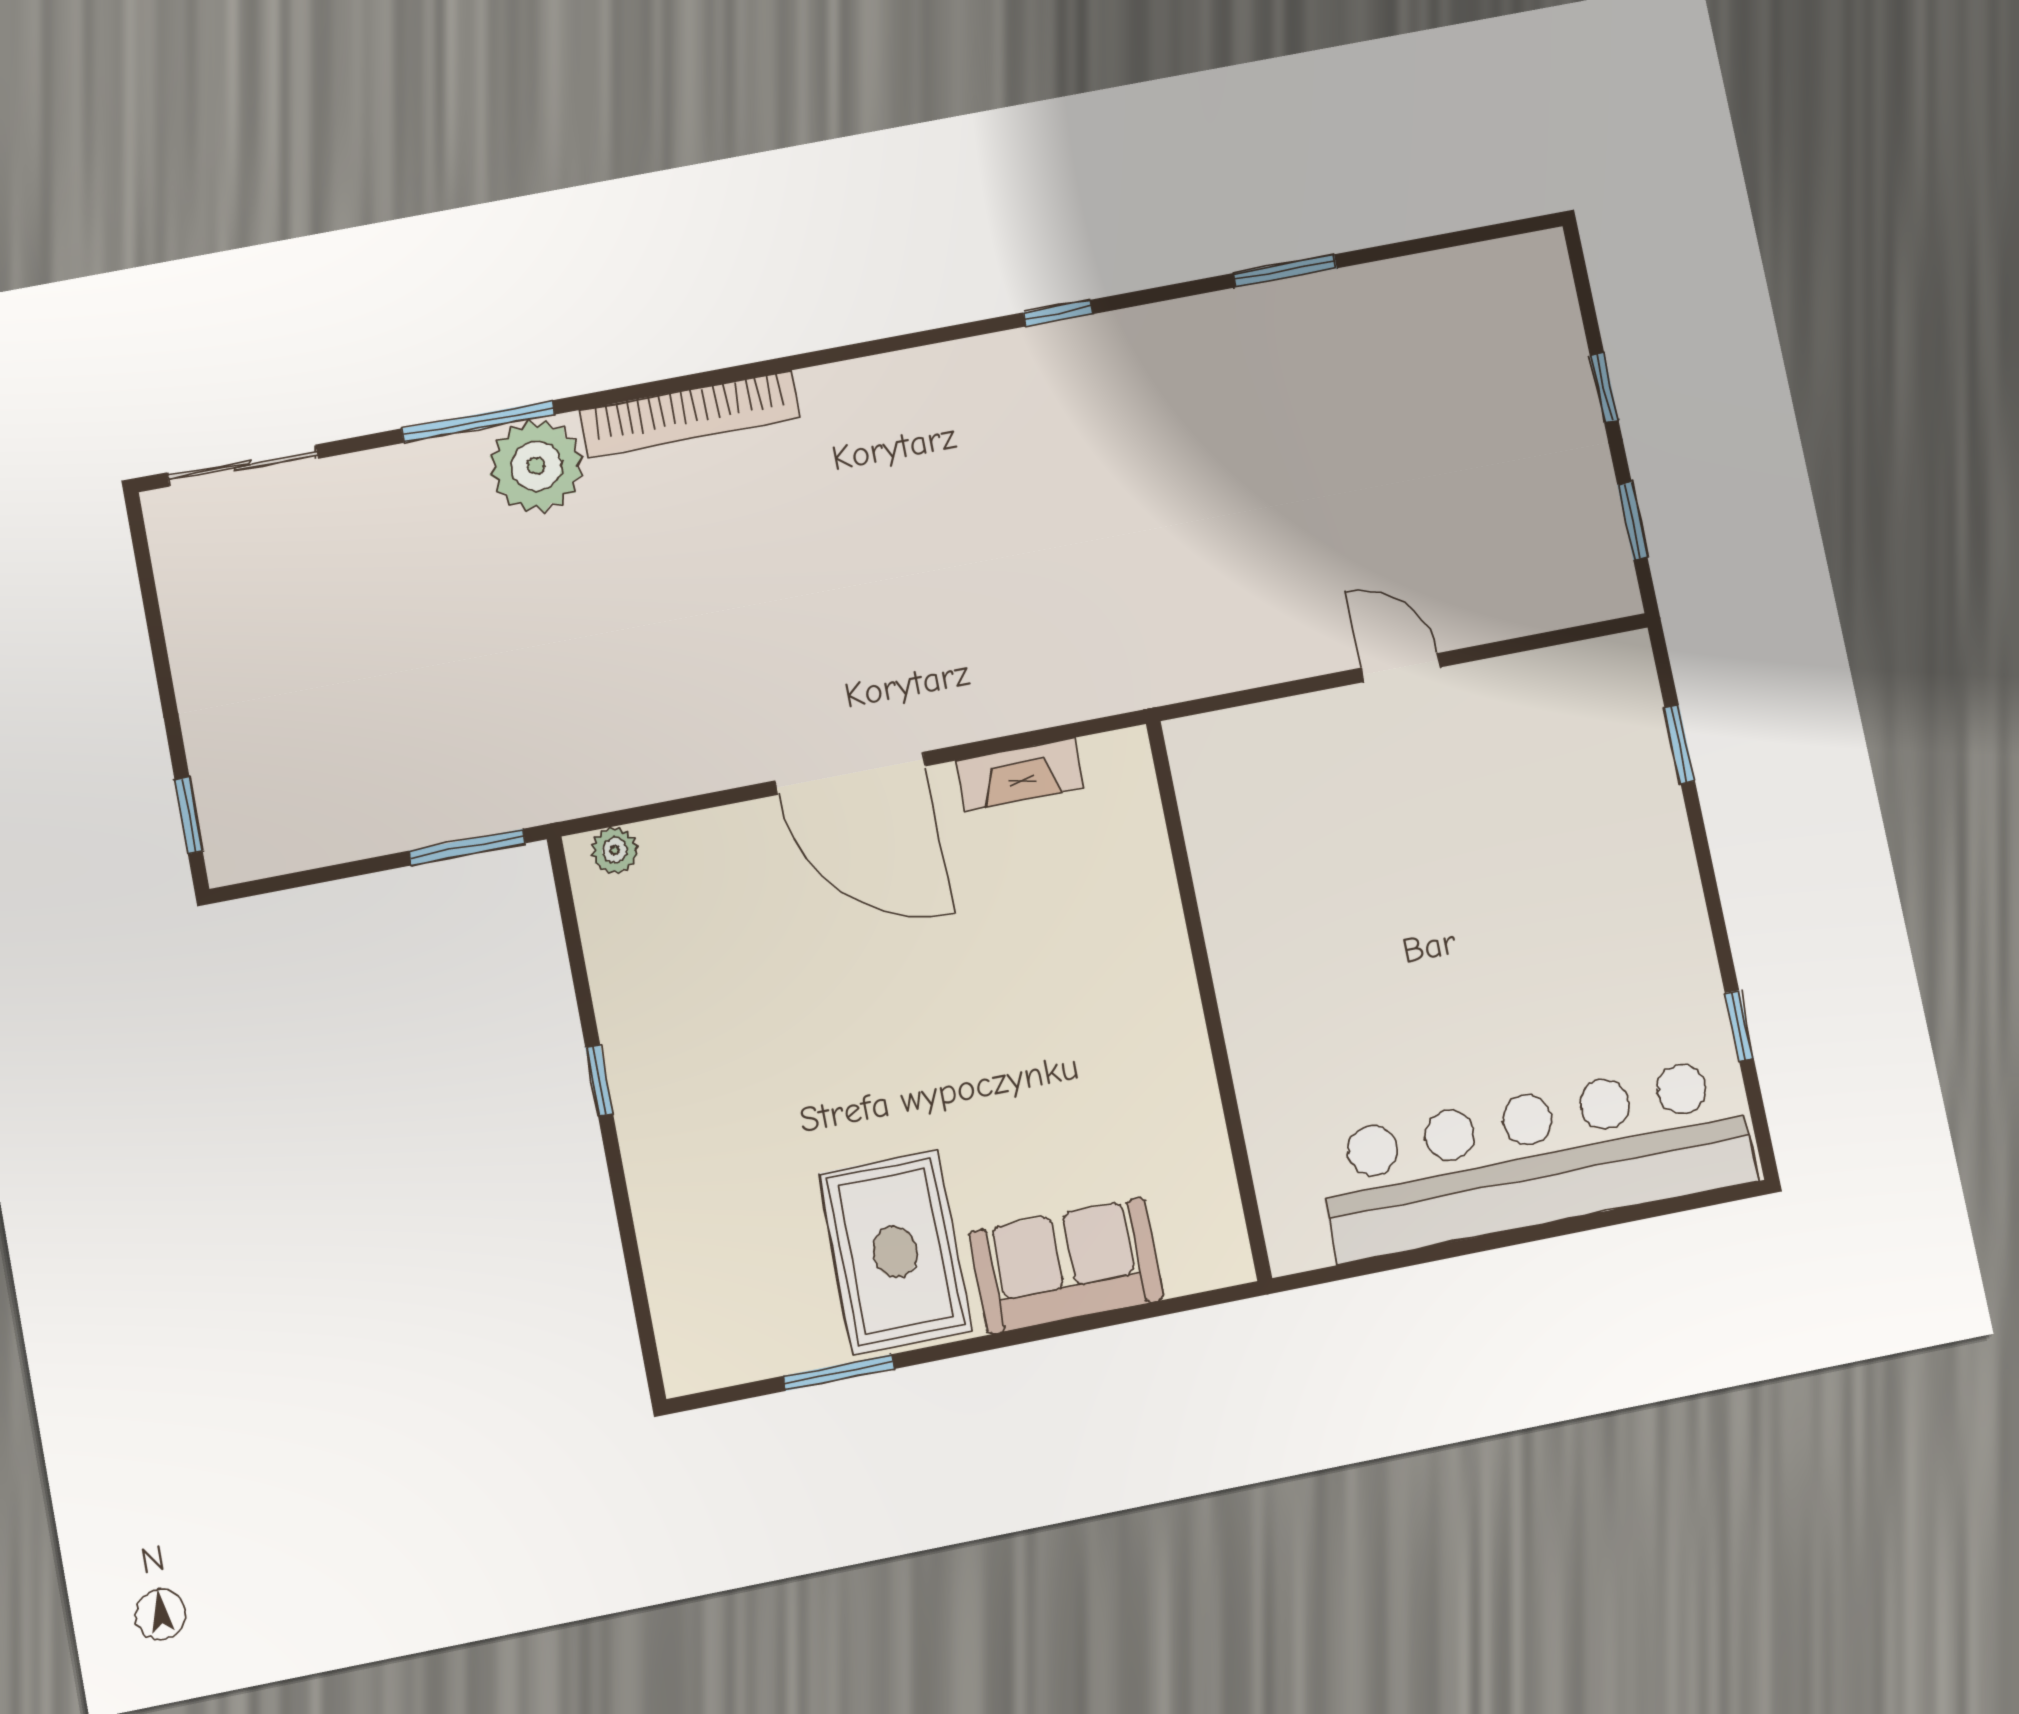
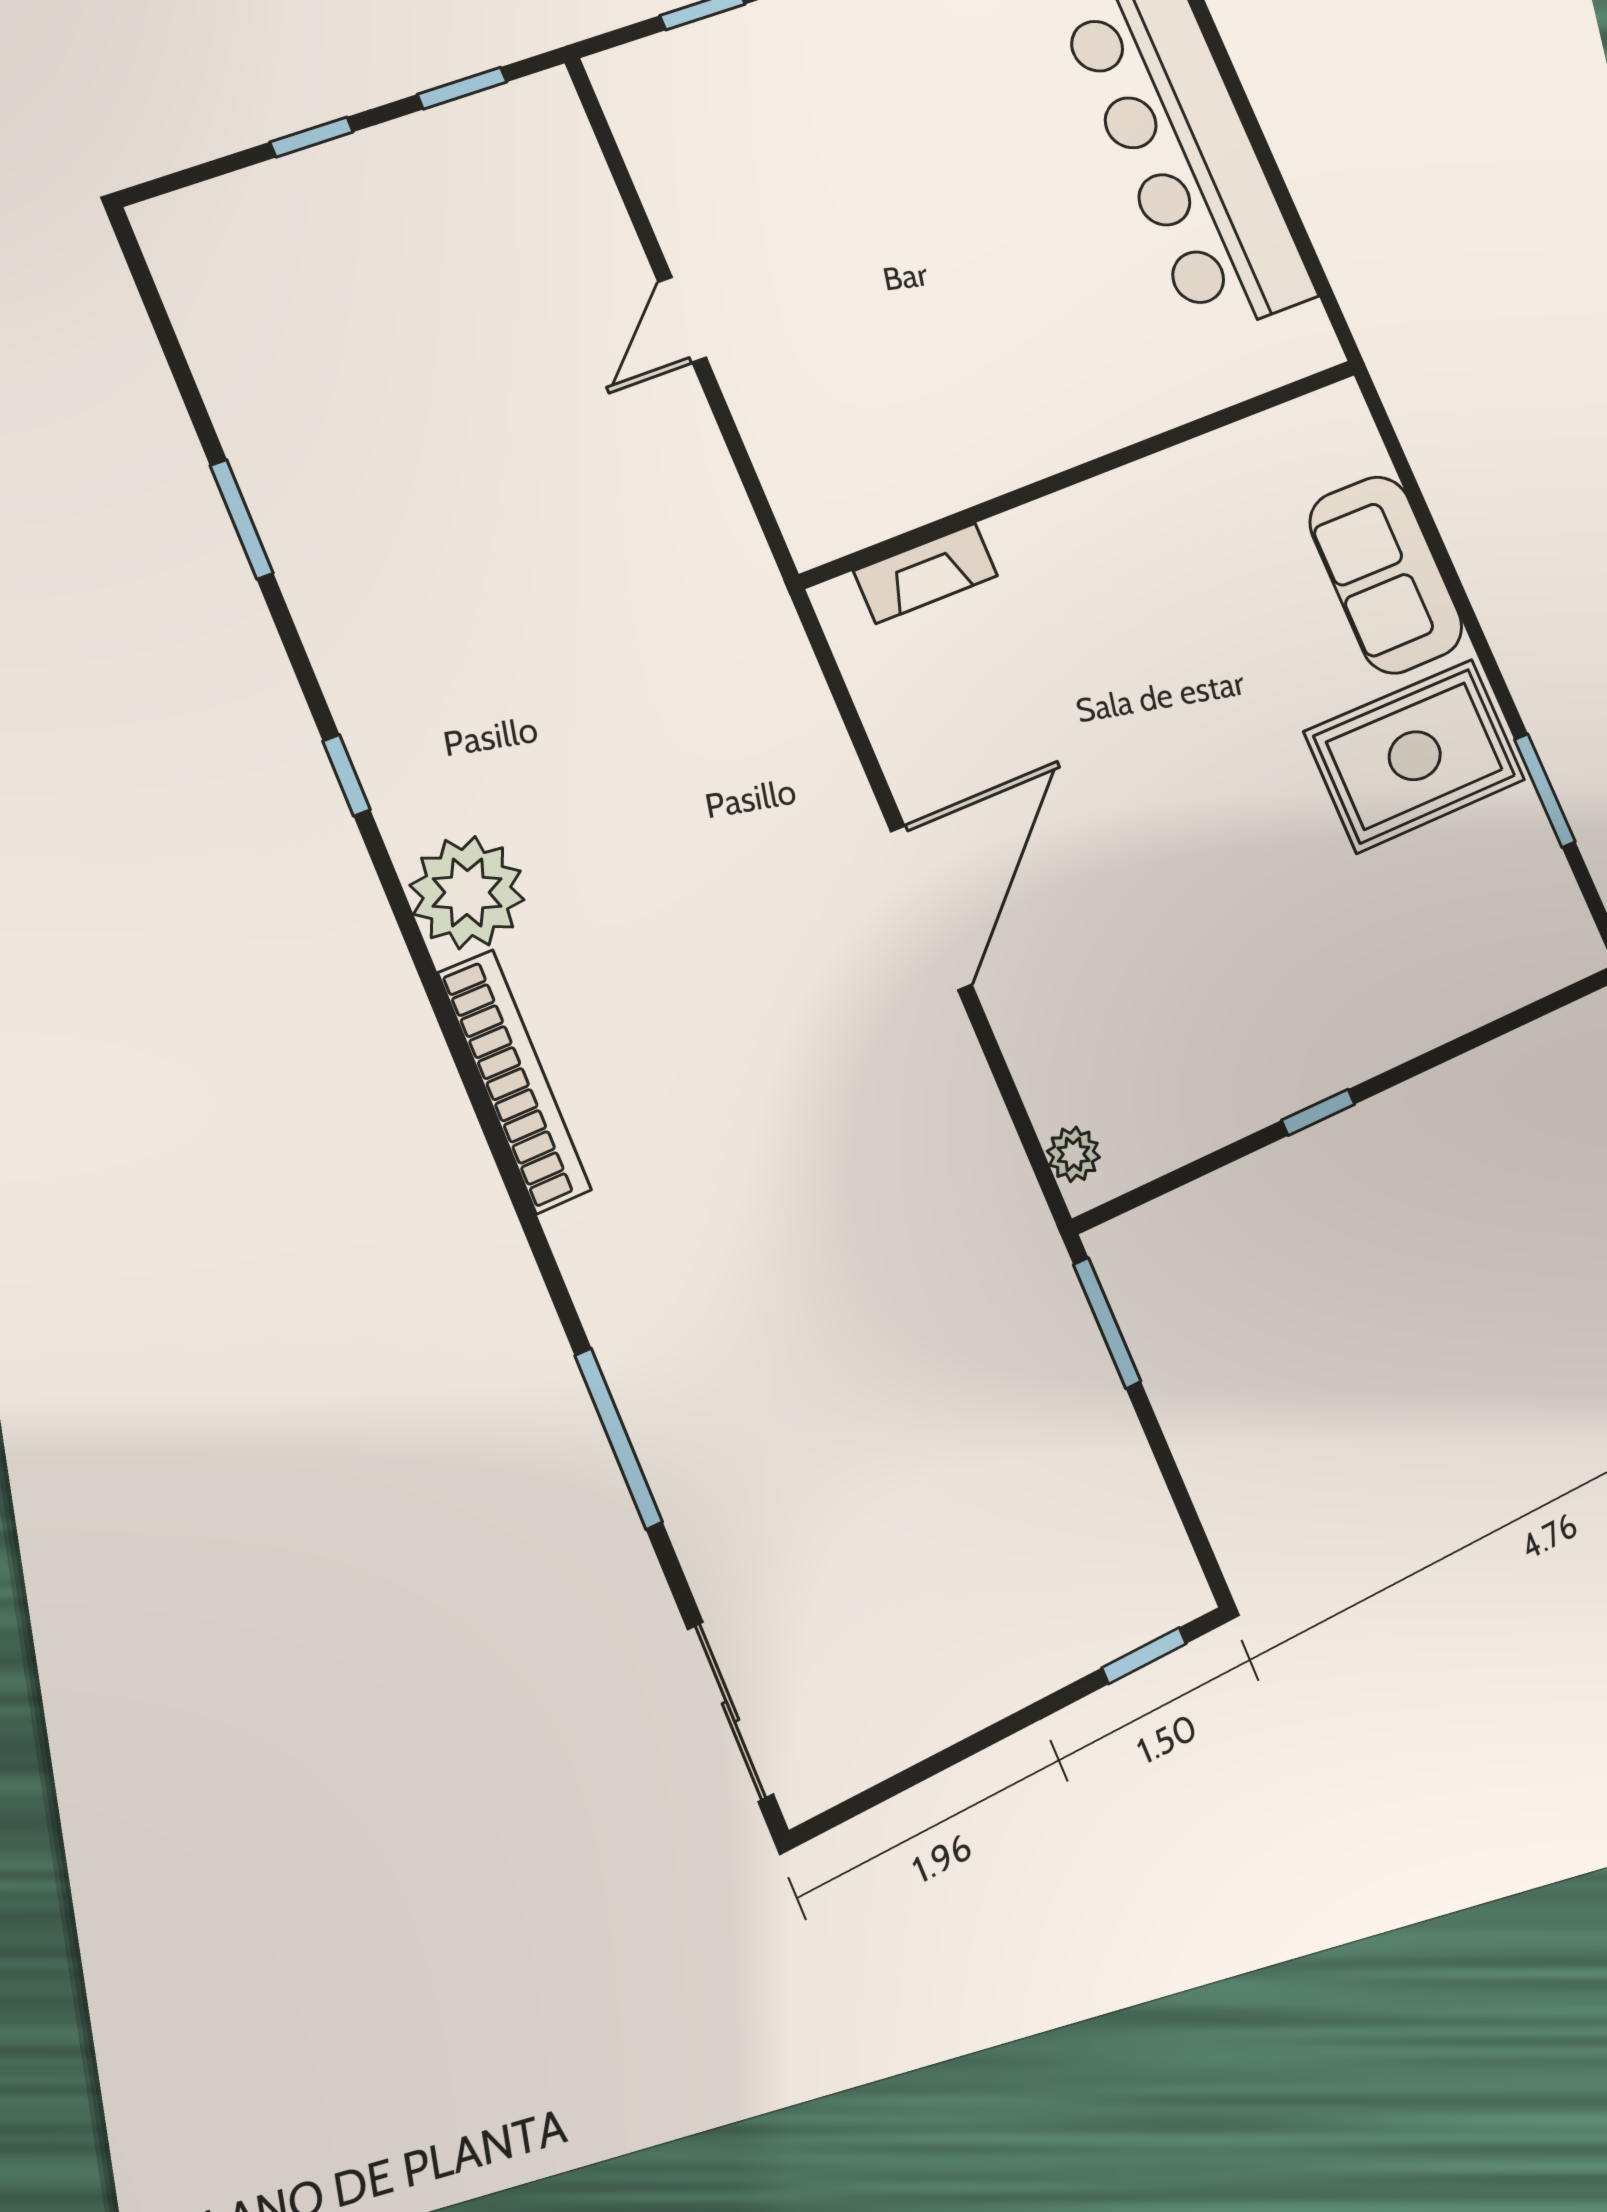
bookcase: (690, 414) -> (514, 1081), moved
plant: (536, 466) -> (467, 892), moved
fireplace: (1020, 774) -> (926, 573), moved, turned 90

